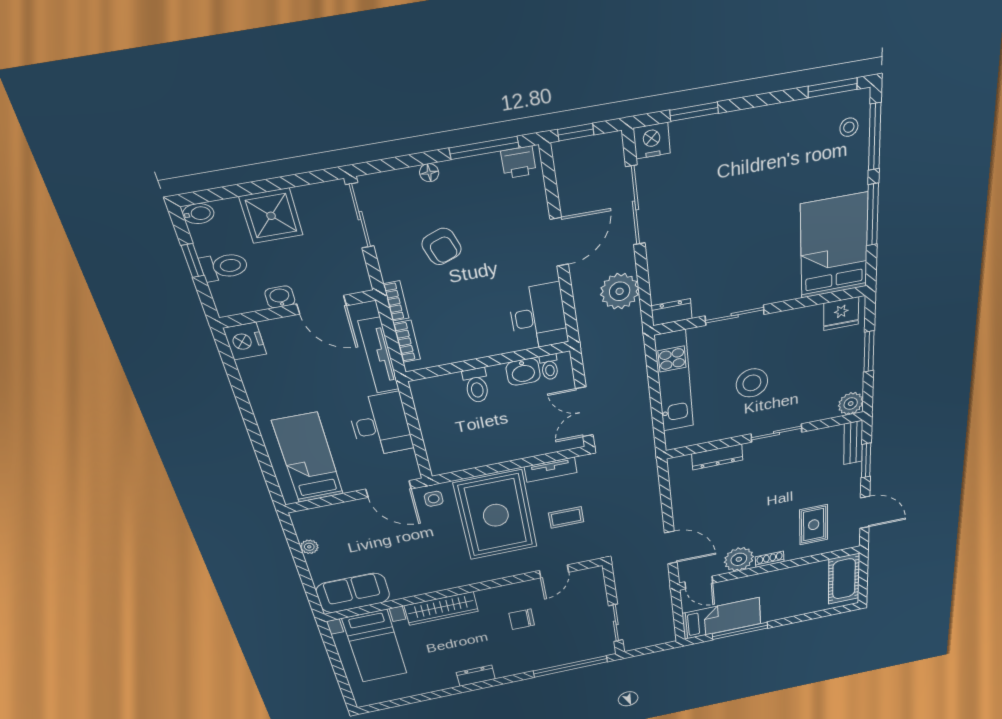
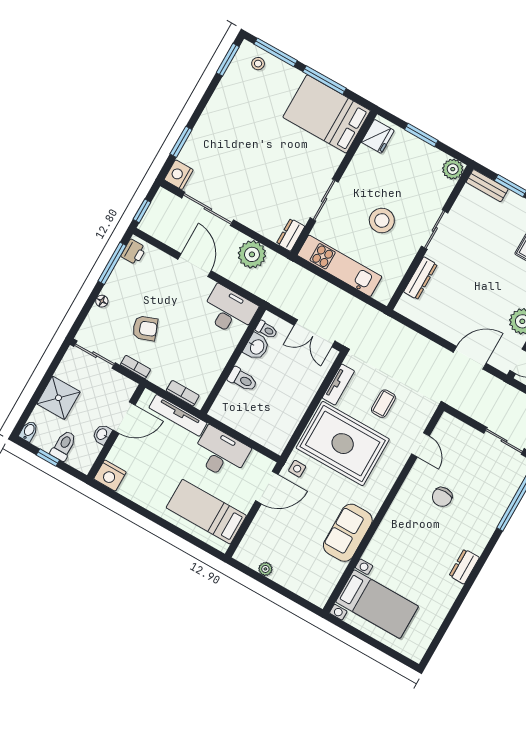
bookcase: (396, 301) -> (135, 367), moved
sofa: (353, 593) -> (348, 533), moved
wardrobe: (441, 608) -> (385, 537), removed

